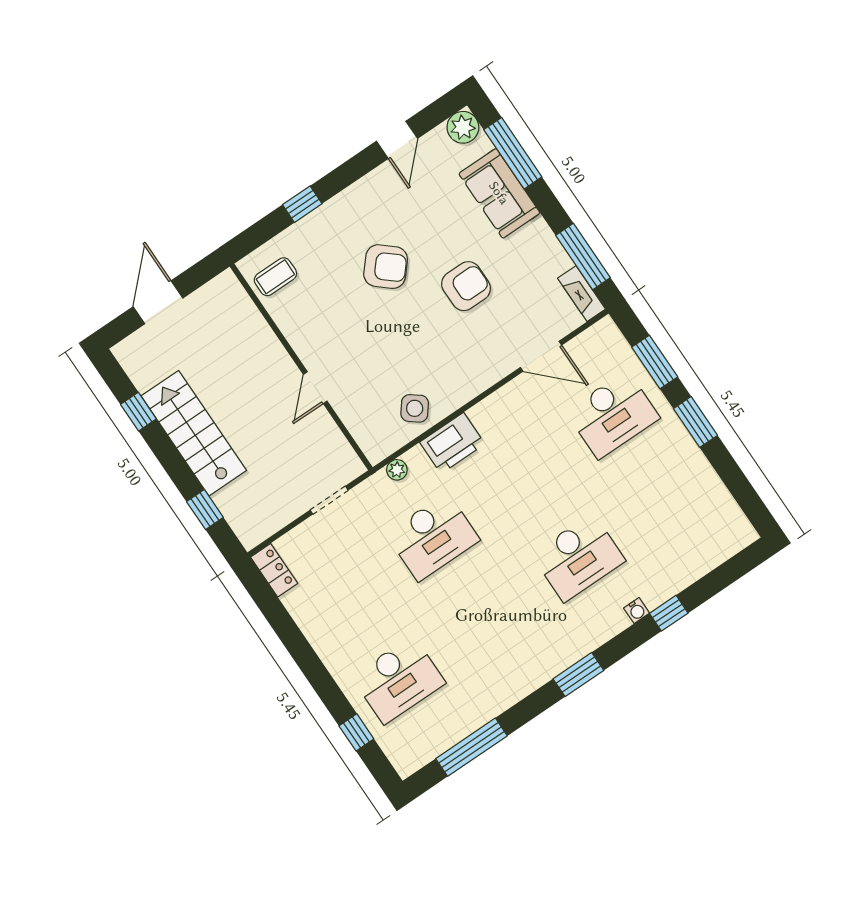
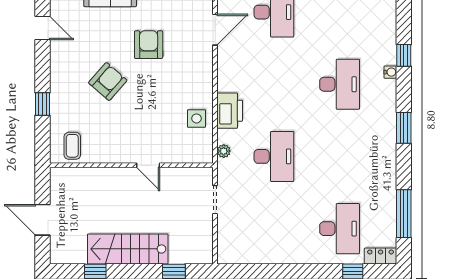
side table: (415, 408) -> (196, 118), turned -38
locker: (274, 570) -> (381, 256), moved

